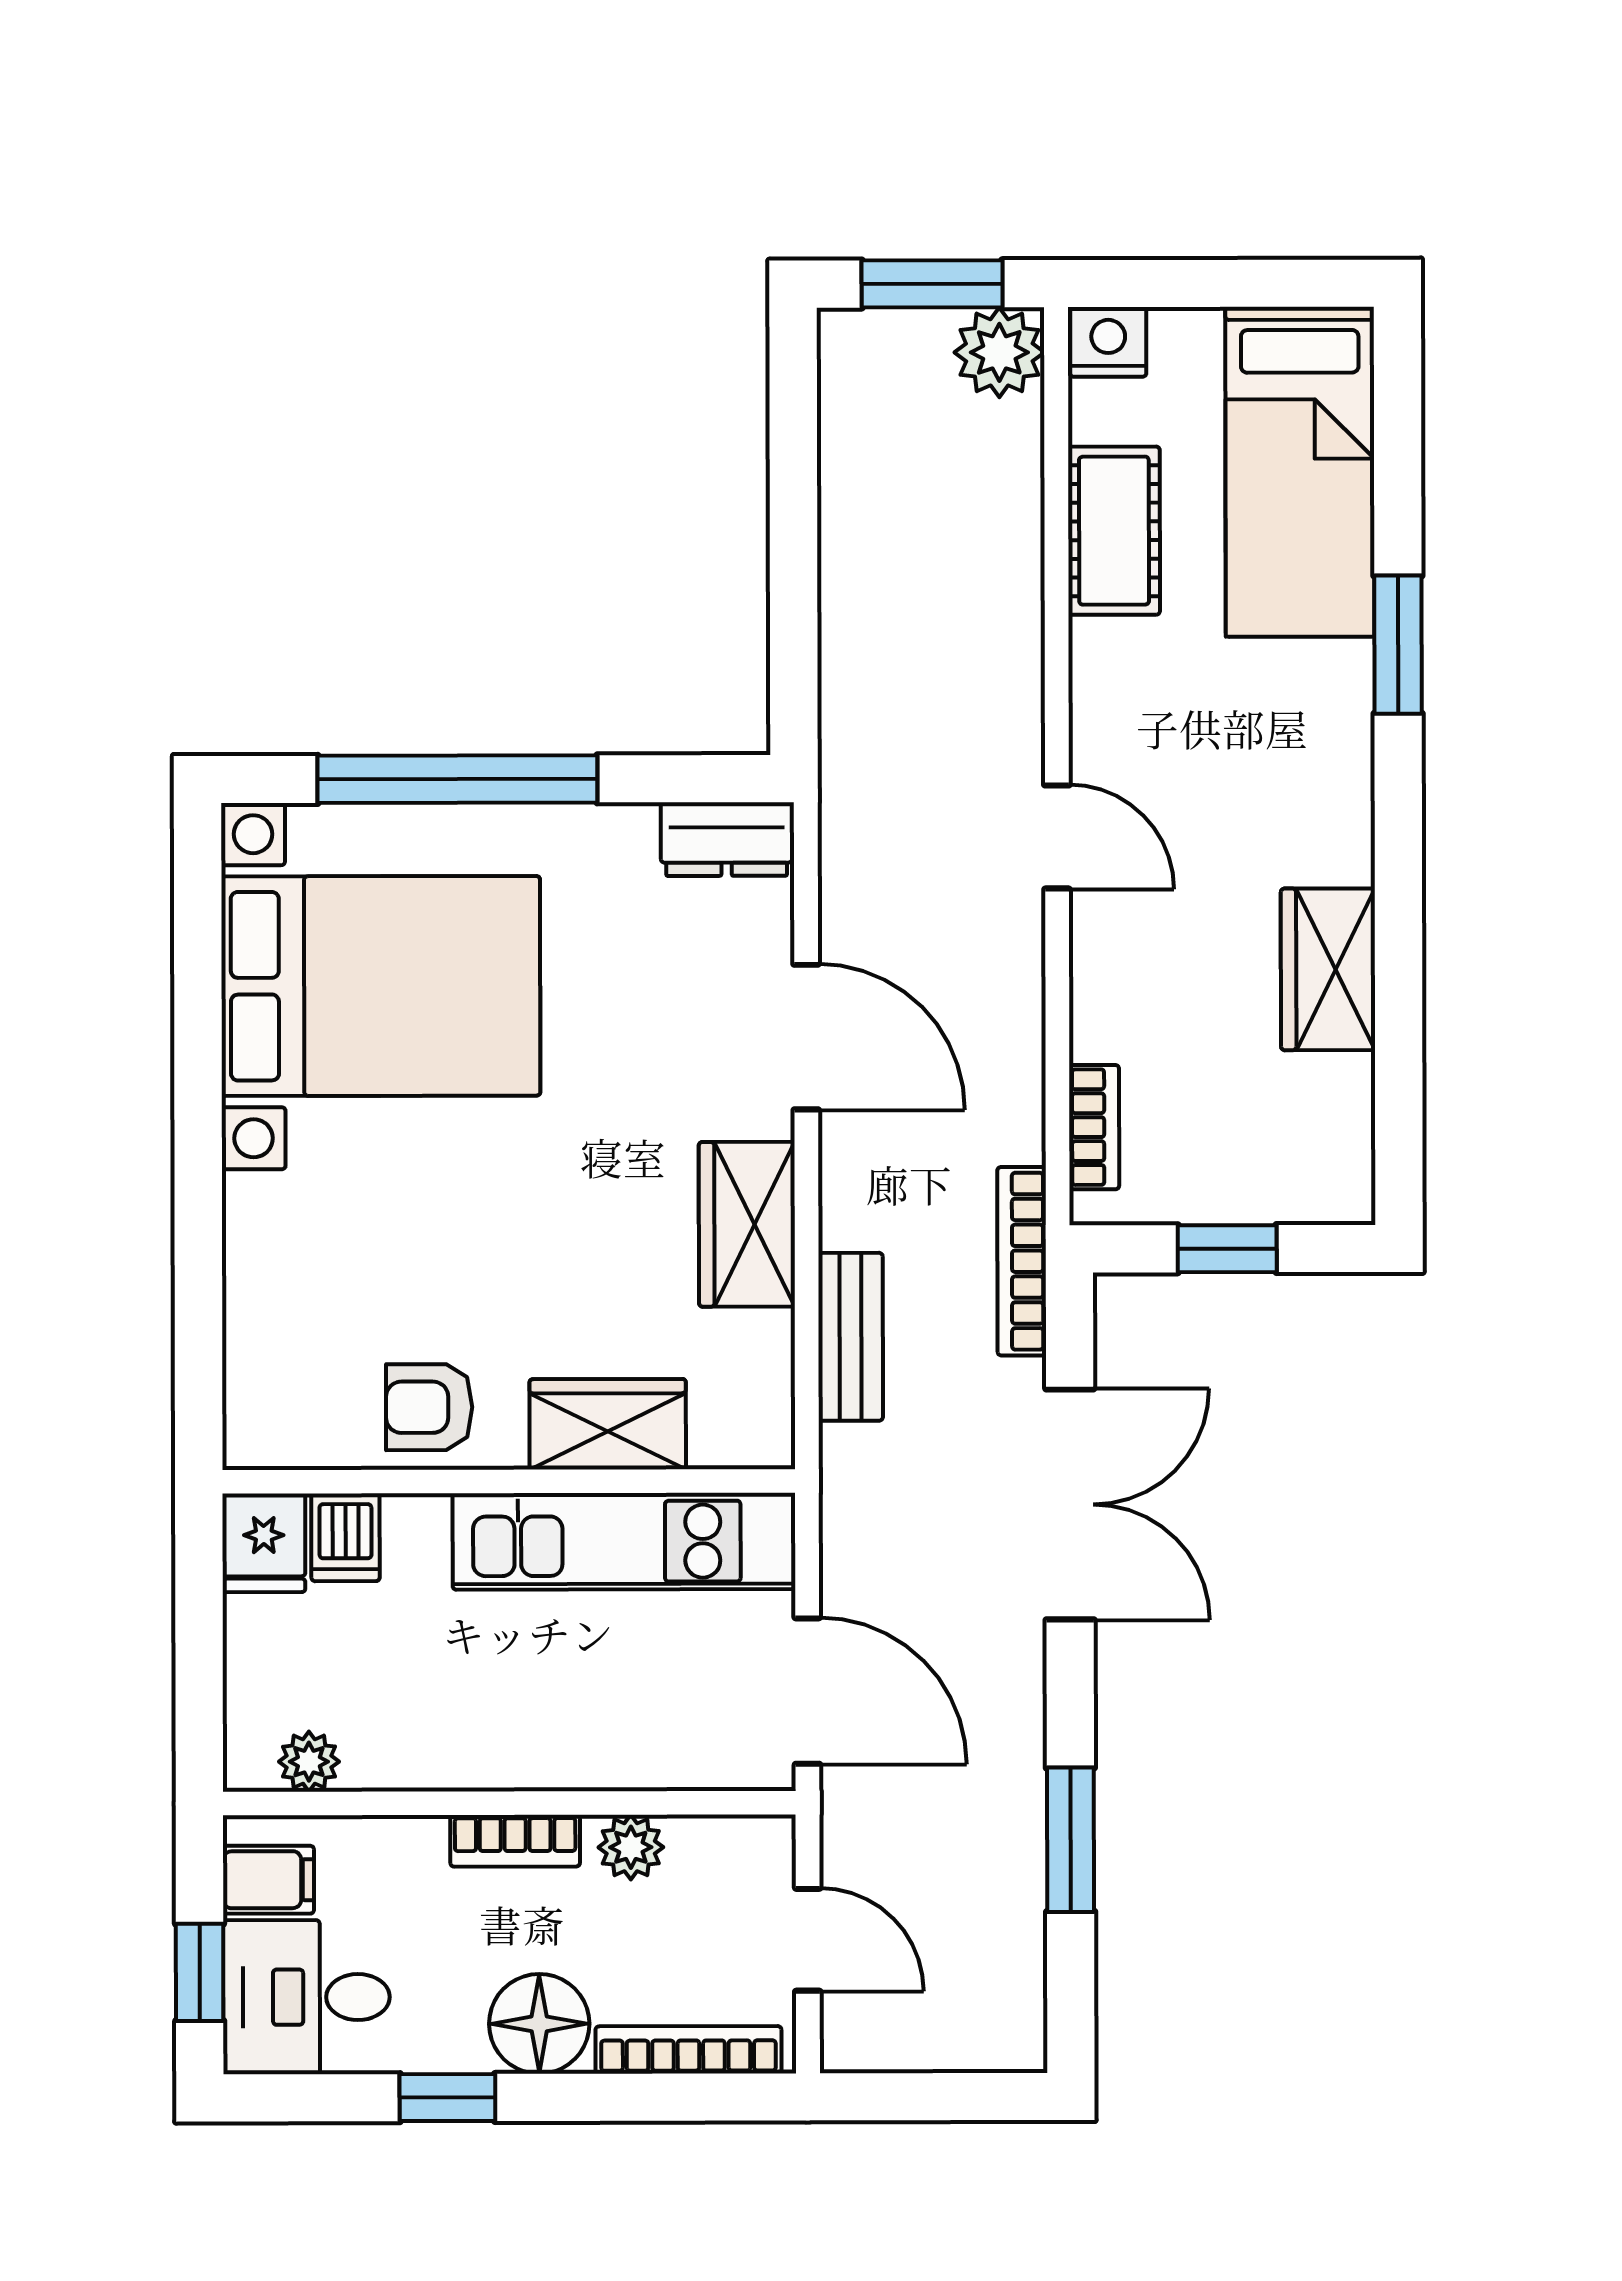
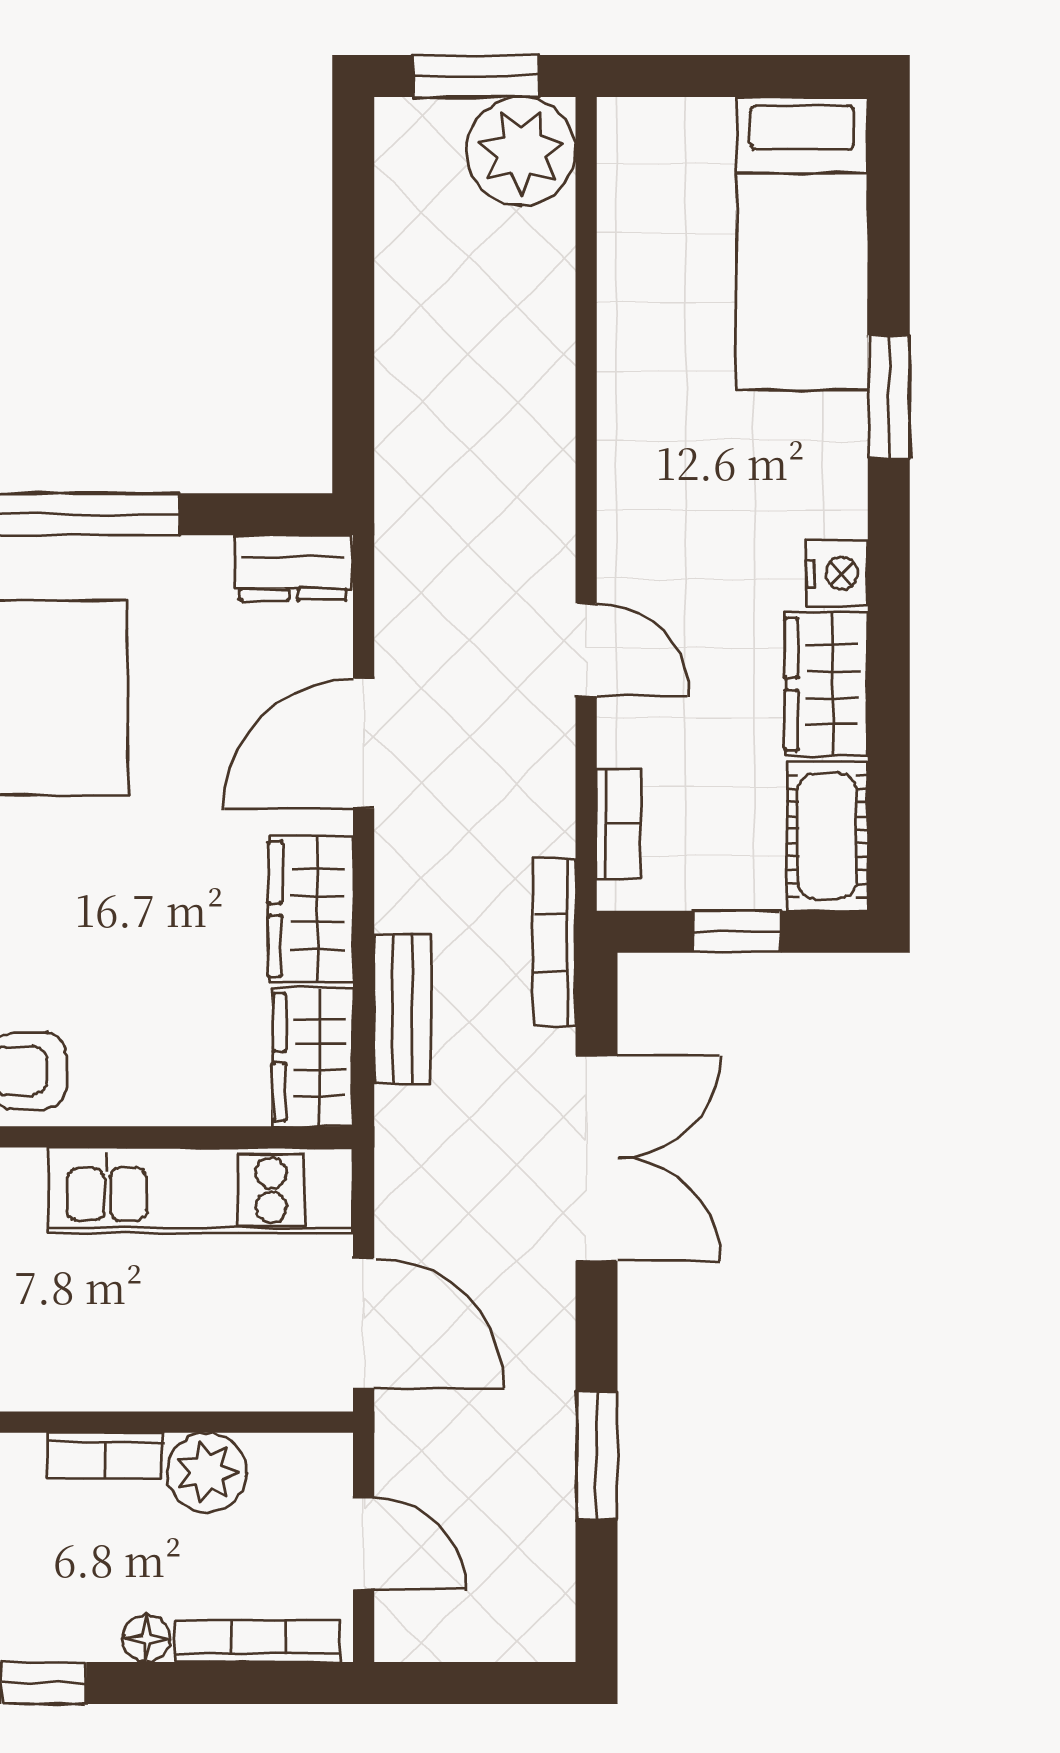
nightstand: (1108, 342) -> (837, 573), moved, turned 90
plant: (999, 352) -> (521, 151), width x1.36, depth x1.36
cot: (1114, 531) -> (827, 836), moved
door: (1057, 837) -> (586, 650), moved
door: (806, 1037) -> (364, 743), swing flipped
wardrobe: (608, 1424) -> (313, 1057), moved, turned -90
plant: (631, 1847) -> (207, 1472), width x1.38, depth x1.38
floor lamp: (539, 2024) -> (146, 1639), width x0.53, depth x0.53

